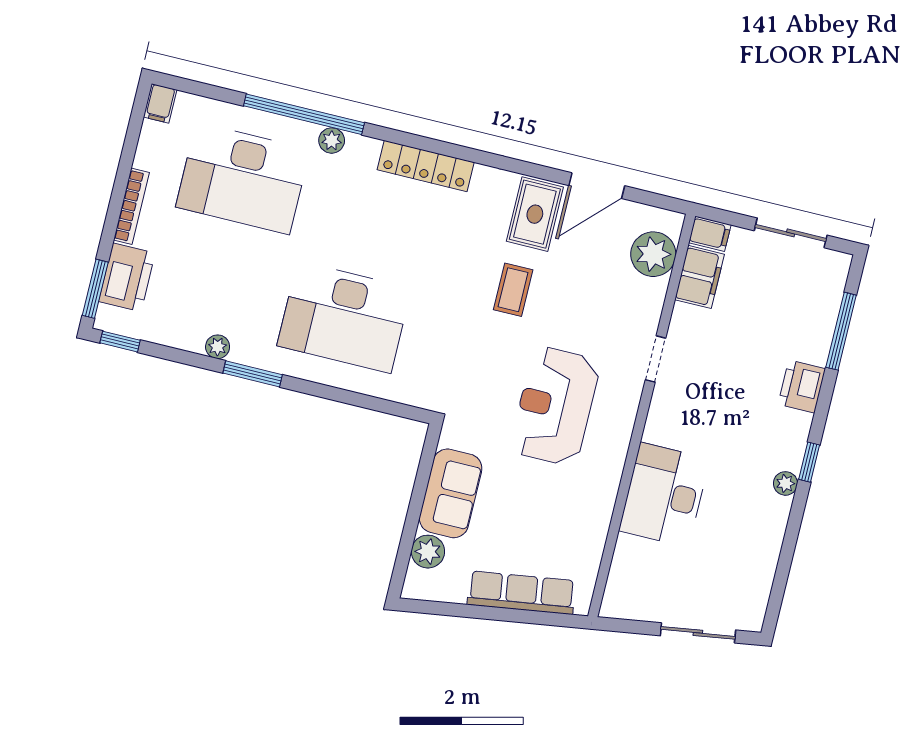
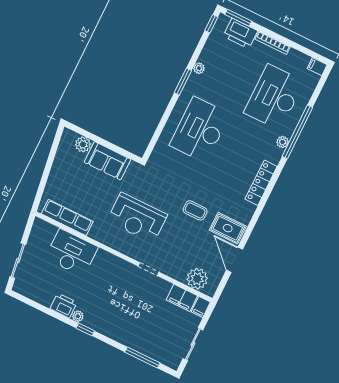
printer: (802, 387) -> (63, 305), moved
reception desk: (555, 406) -> (137, 218), turned 180
desk: (664, 495) -> (72, 253), moved
row of seats: (521, 593) -> (67, 218), moved, turned -82

